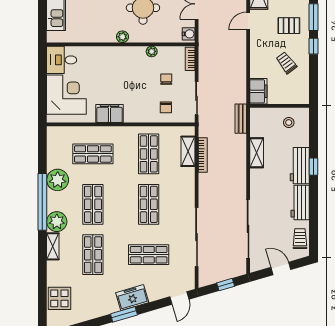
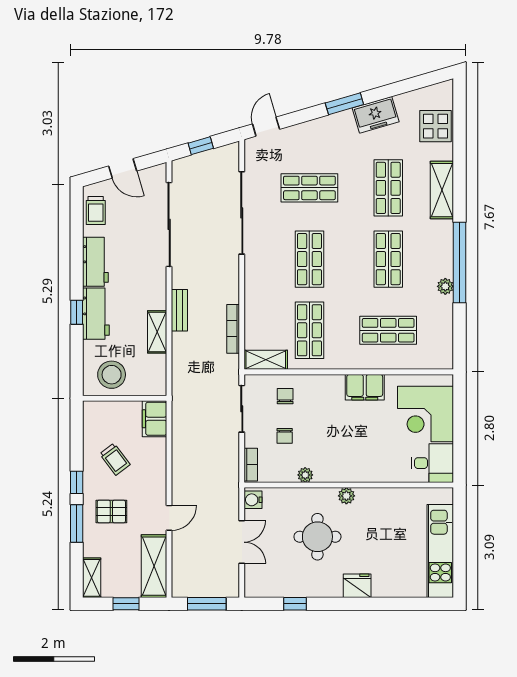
bench: (241, 119) -> (179, 310), moved
stool: (289, 123) -> (112, 375), width x1.89, depth x1.89
shelving: (188, 151) -> (266, 360), moved, turned 90
plant: (58, 180) -> (445, 286), width x0.53, depth x0.53
plant: (57, 222) -> (439, 235), removed
shelving: (53, 246) -> (442, 190), width x1.50, depth x1.33
freezer: (132, 298) -> (376, 115), moved

